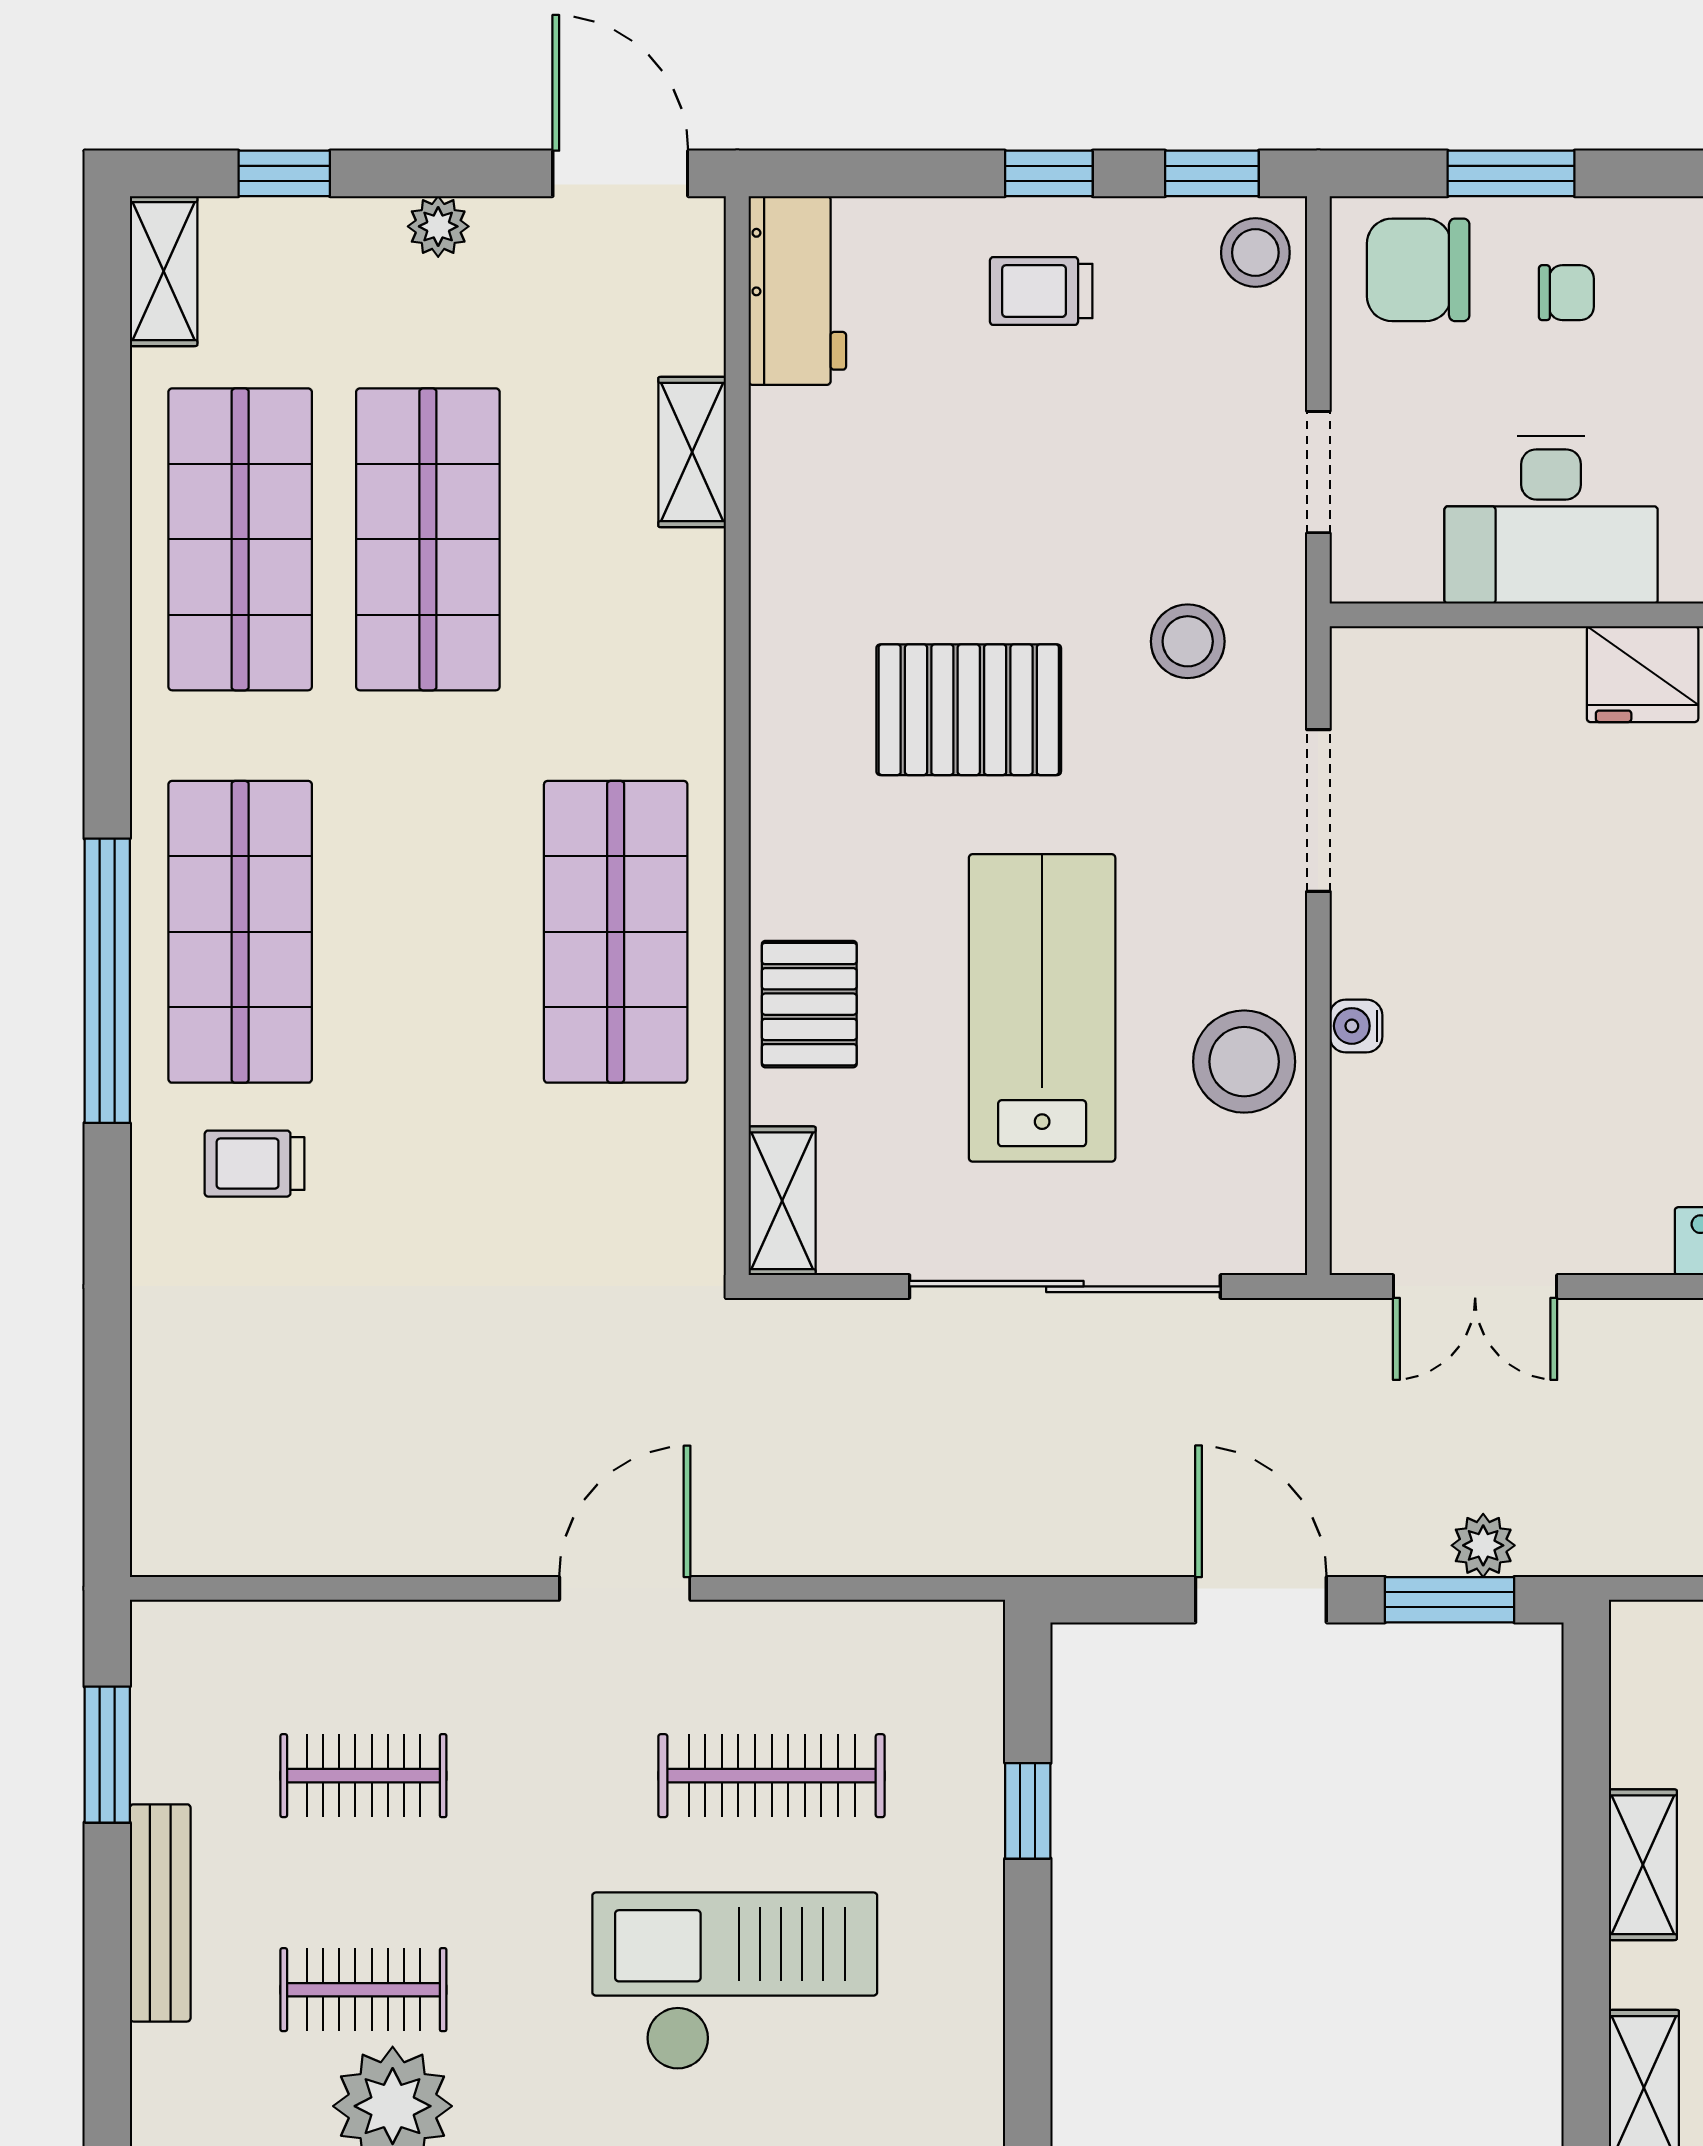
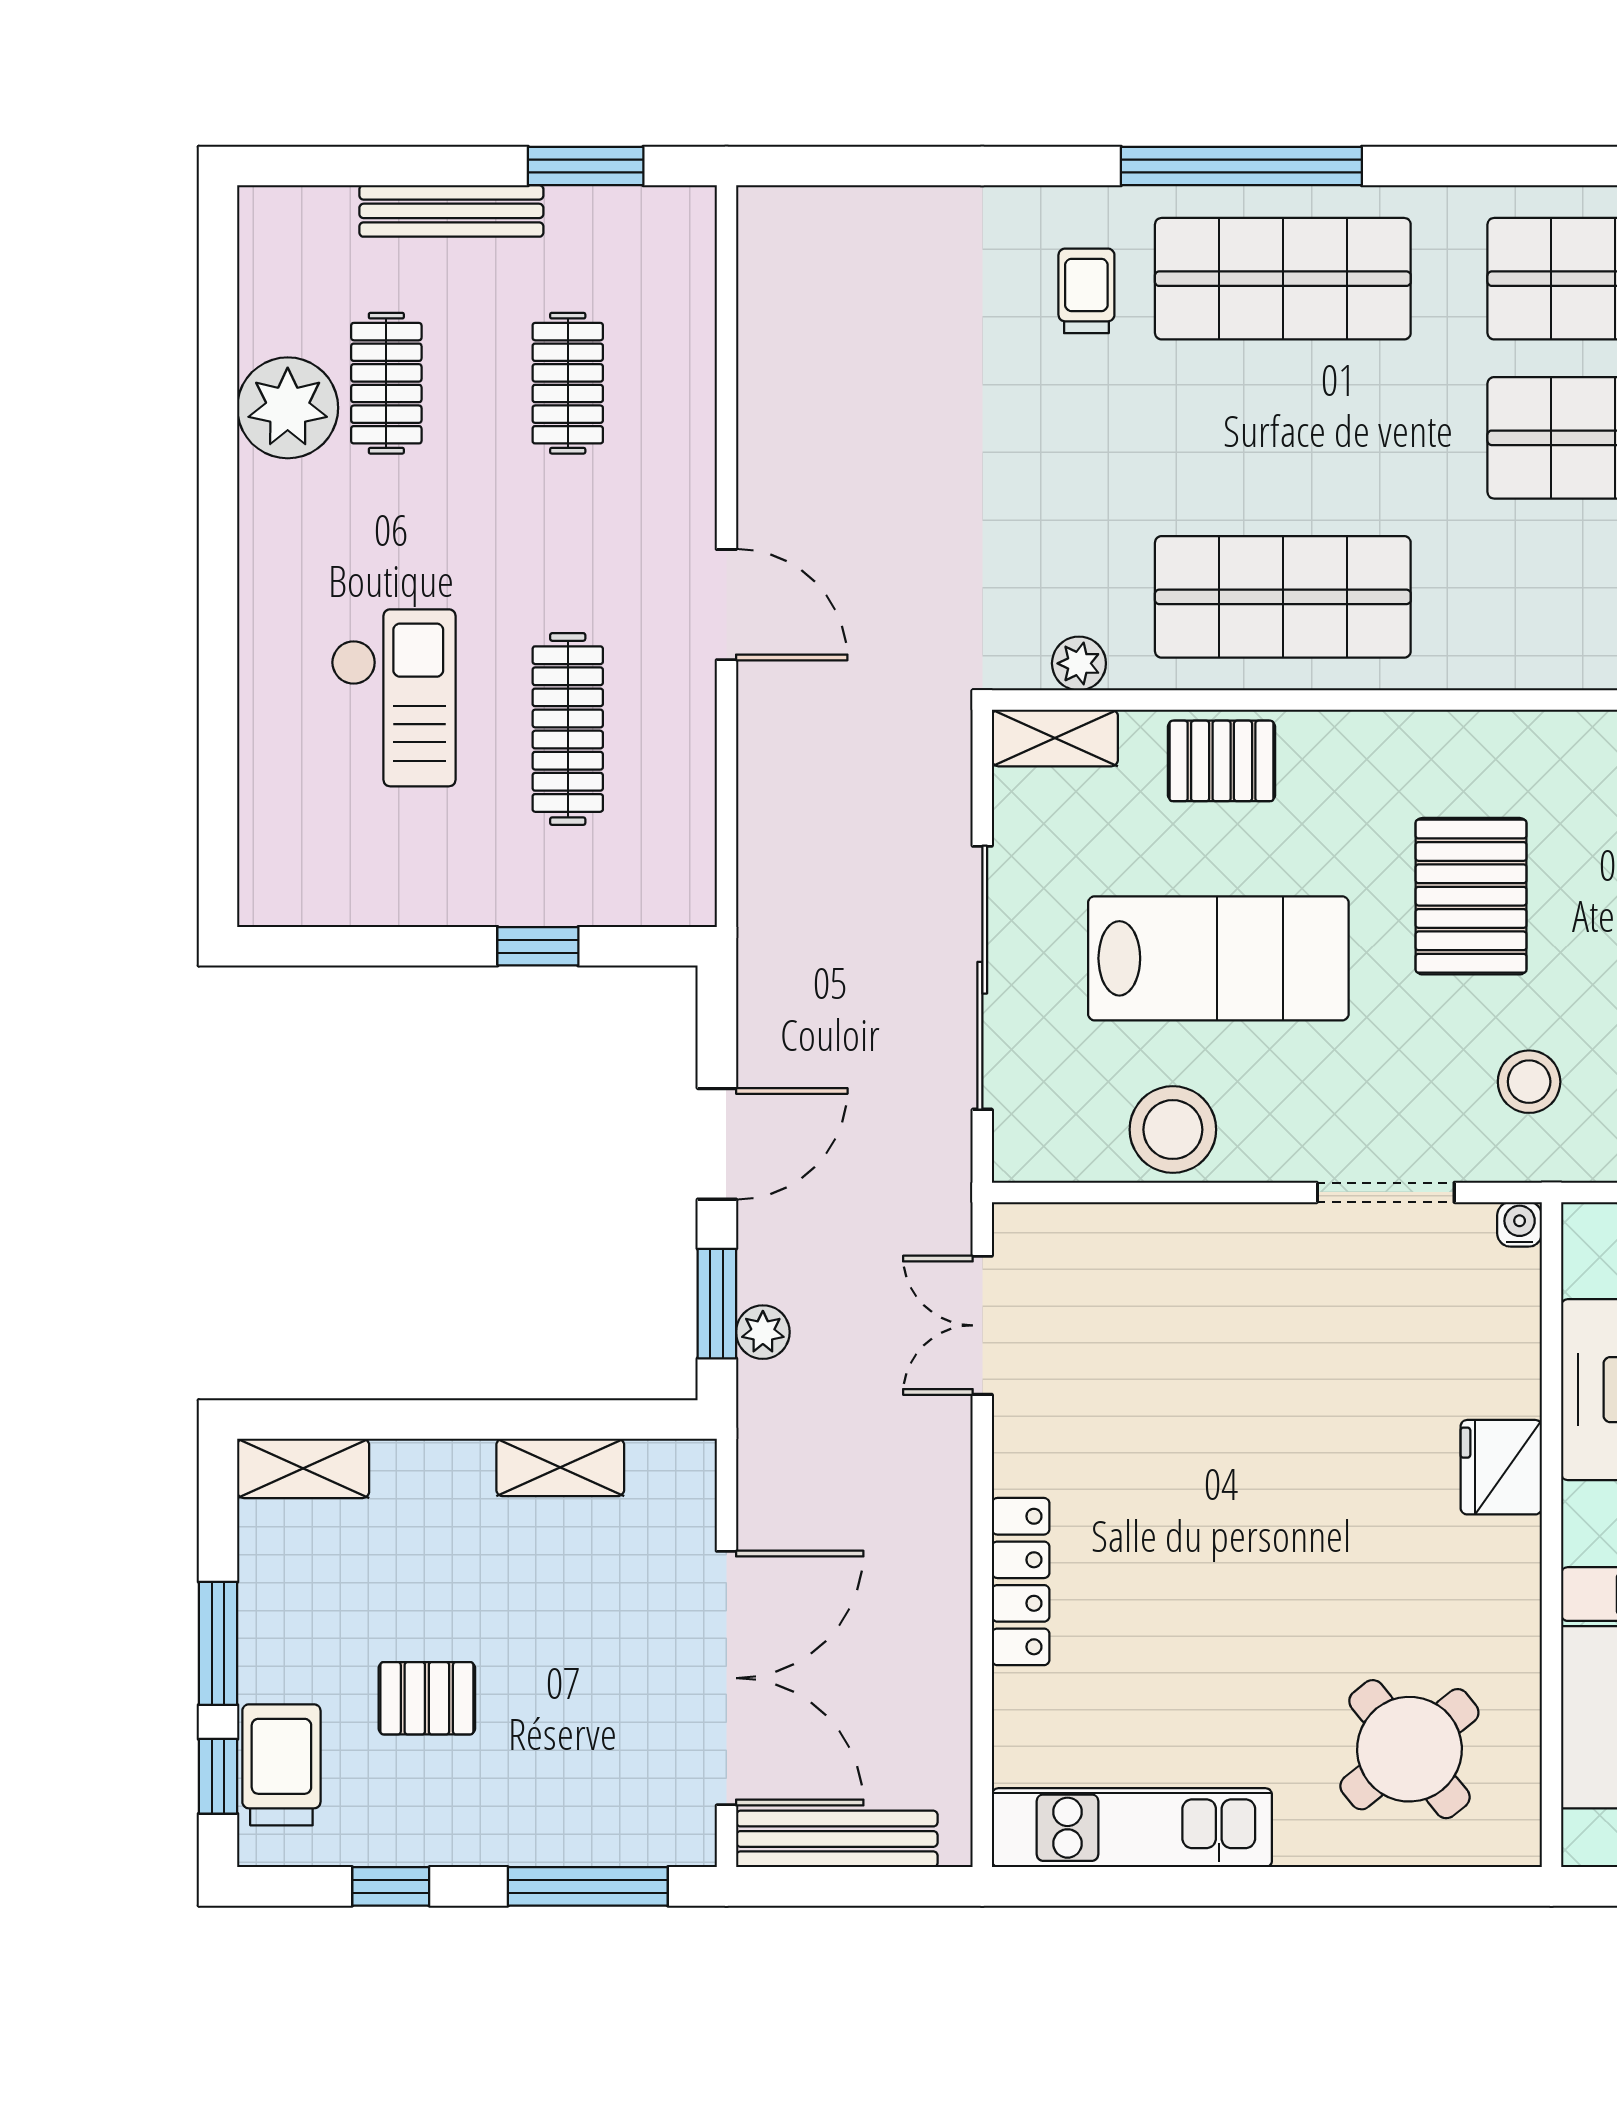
water cooler: (1356, 1026) -> (1520, 1224), moved
plant: (694, 1172) -> (1079, 663), added
shelving: (1643, 1865) -> (560, 1467), moved
checkout: (735, 1981) -> (393, 698), width x0.73, depth x0.83

